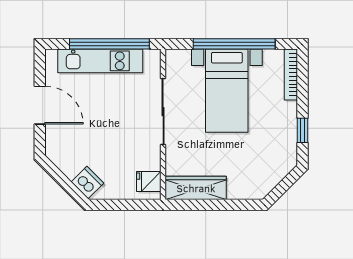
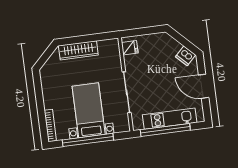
window: (303, 130) -> (39, 92), removed
dishwasher: (87, 183) -> (186, 56), moved
wardrobe: (196, 188) -> (78, 50), moved

